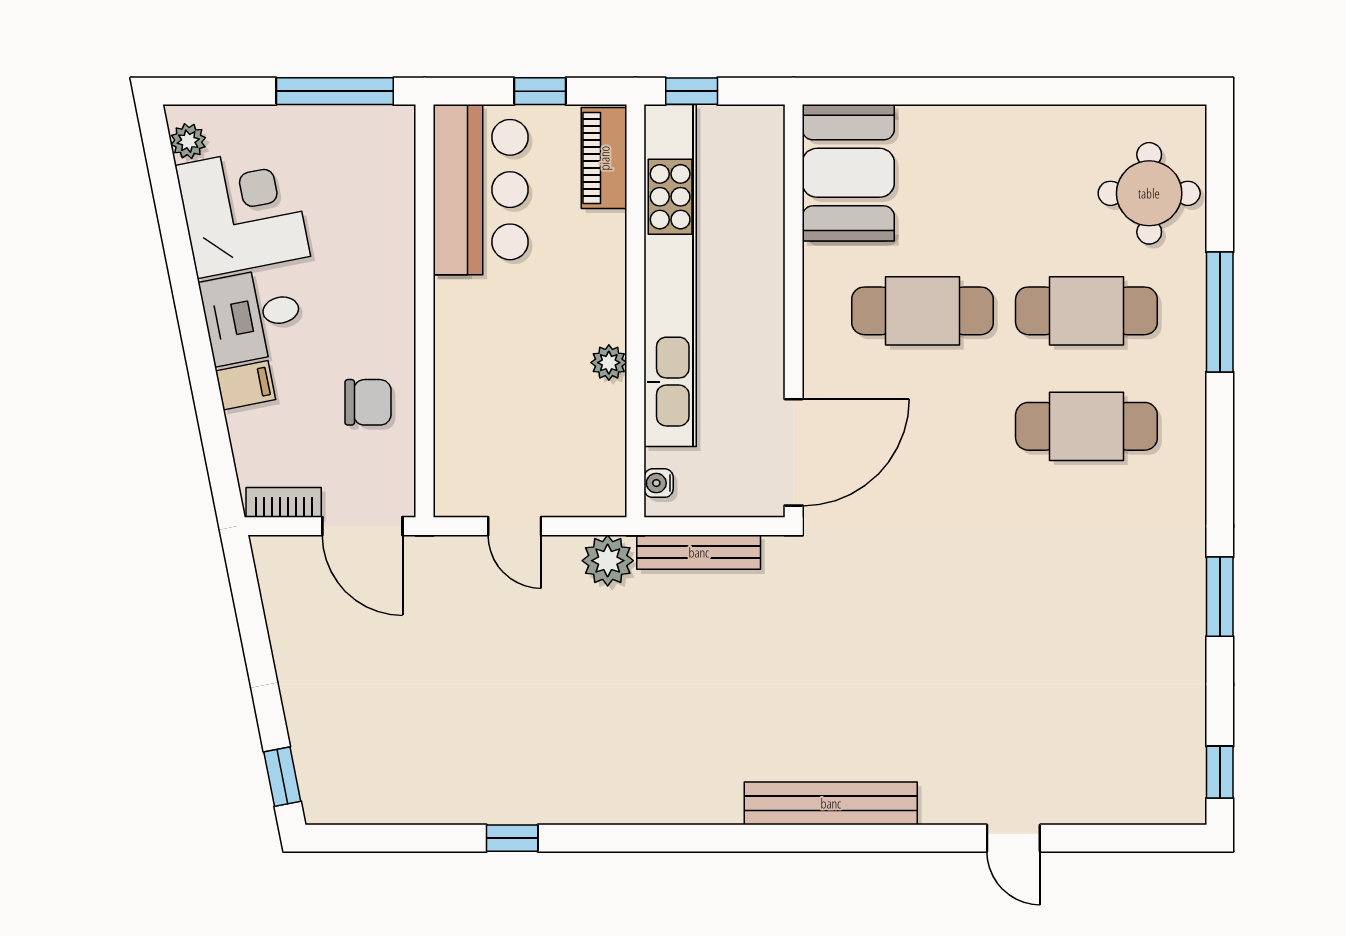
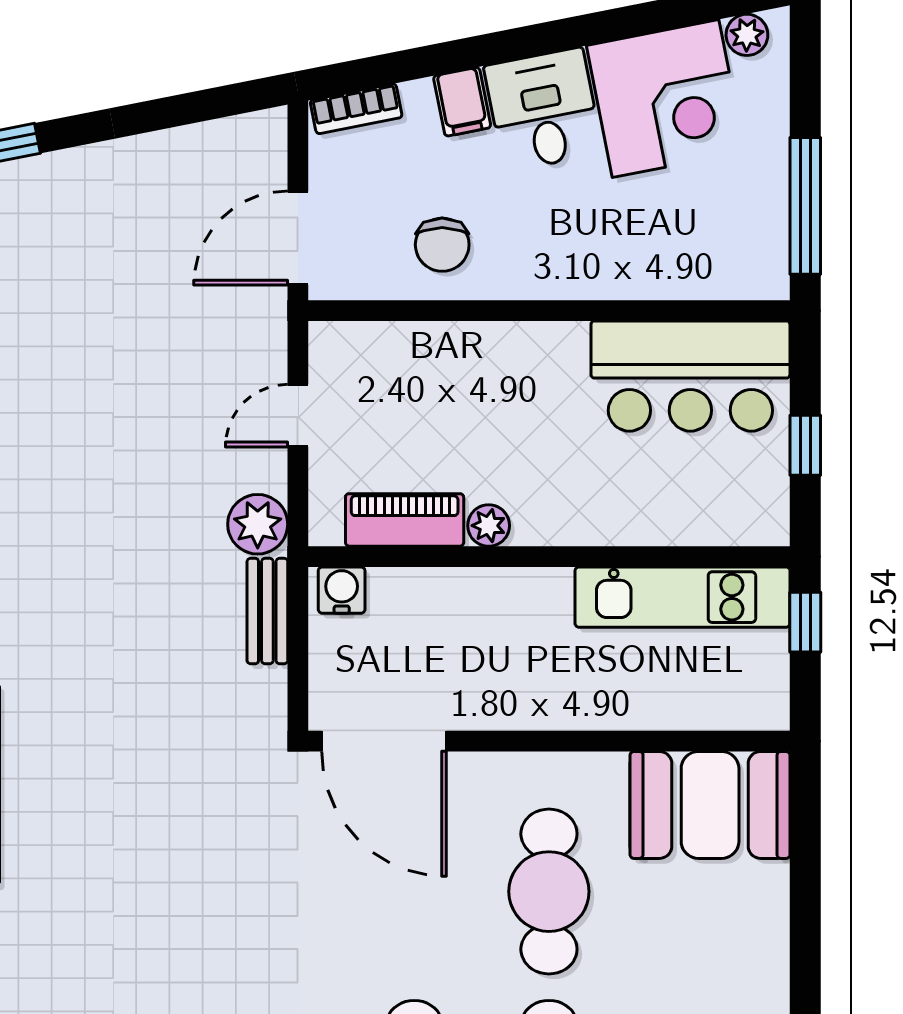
piano: (604, 158) -> (405, 520), moved
kitchen unit: (670, 275) -> (682, 597), width x0.54
water cooler: (659, 483) -> (342, 590), width x1.38, depth x1.38
bookcase: (284, 502) -> (356, 109), moved, turned 79
bench: (699, 552) -> (267, 611), width x0.73

